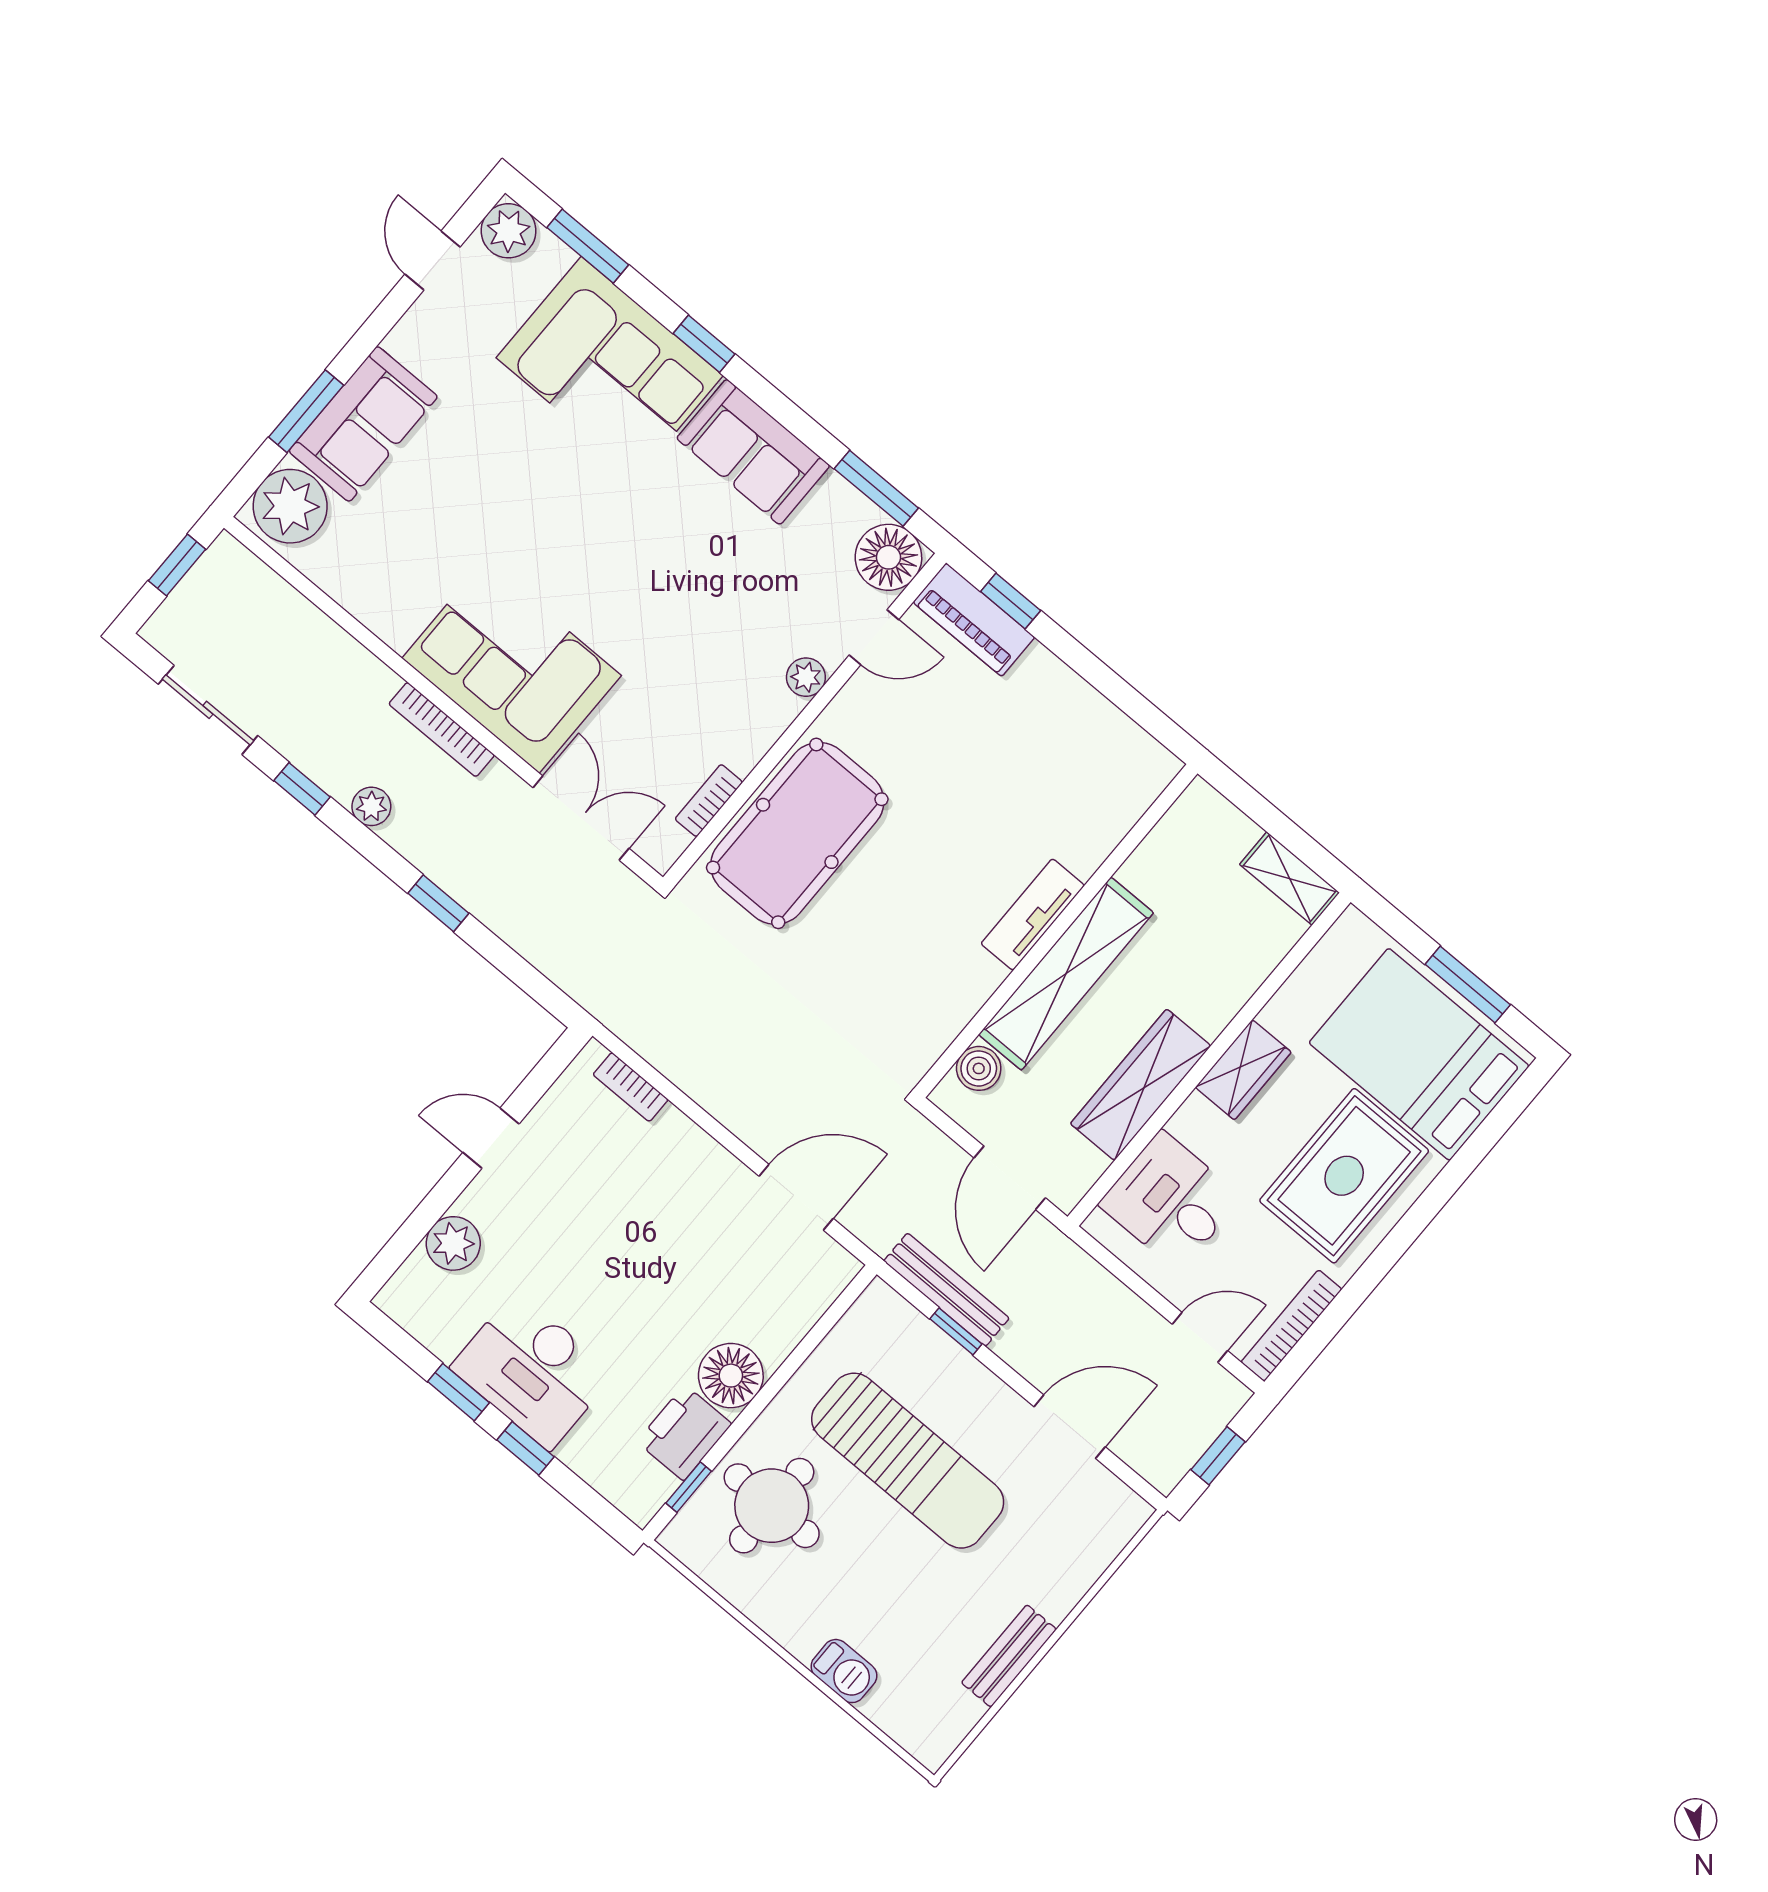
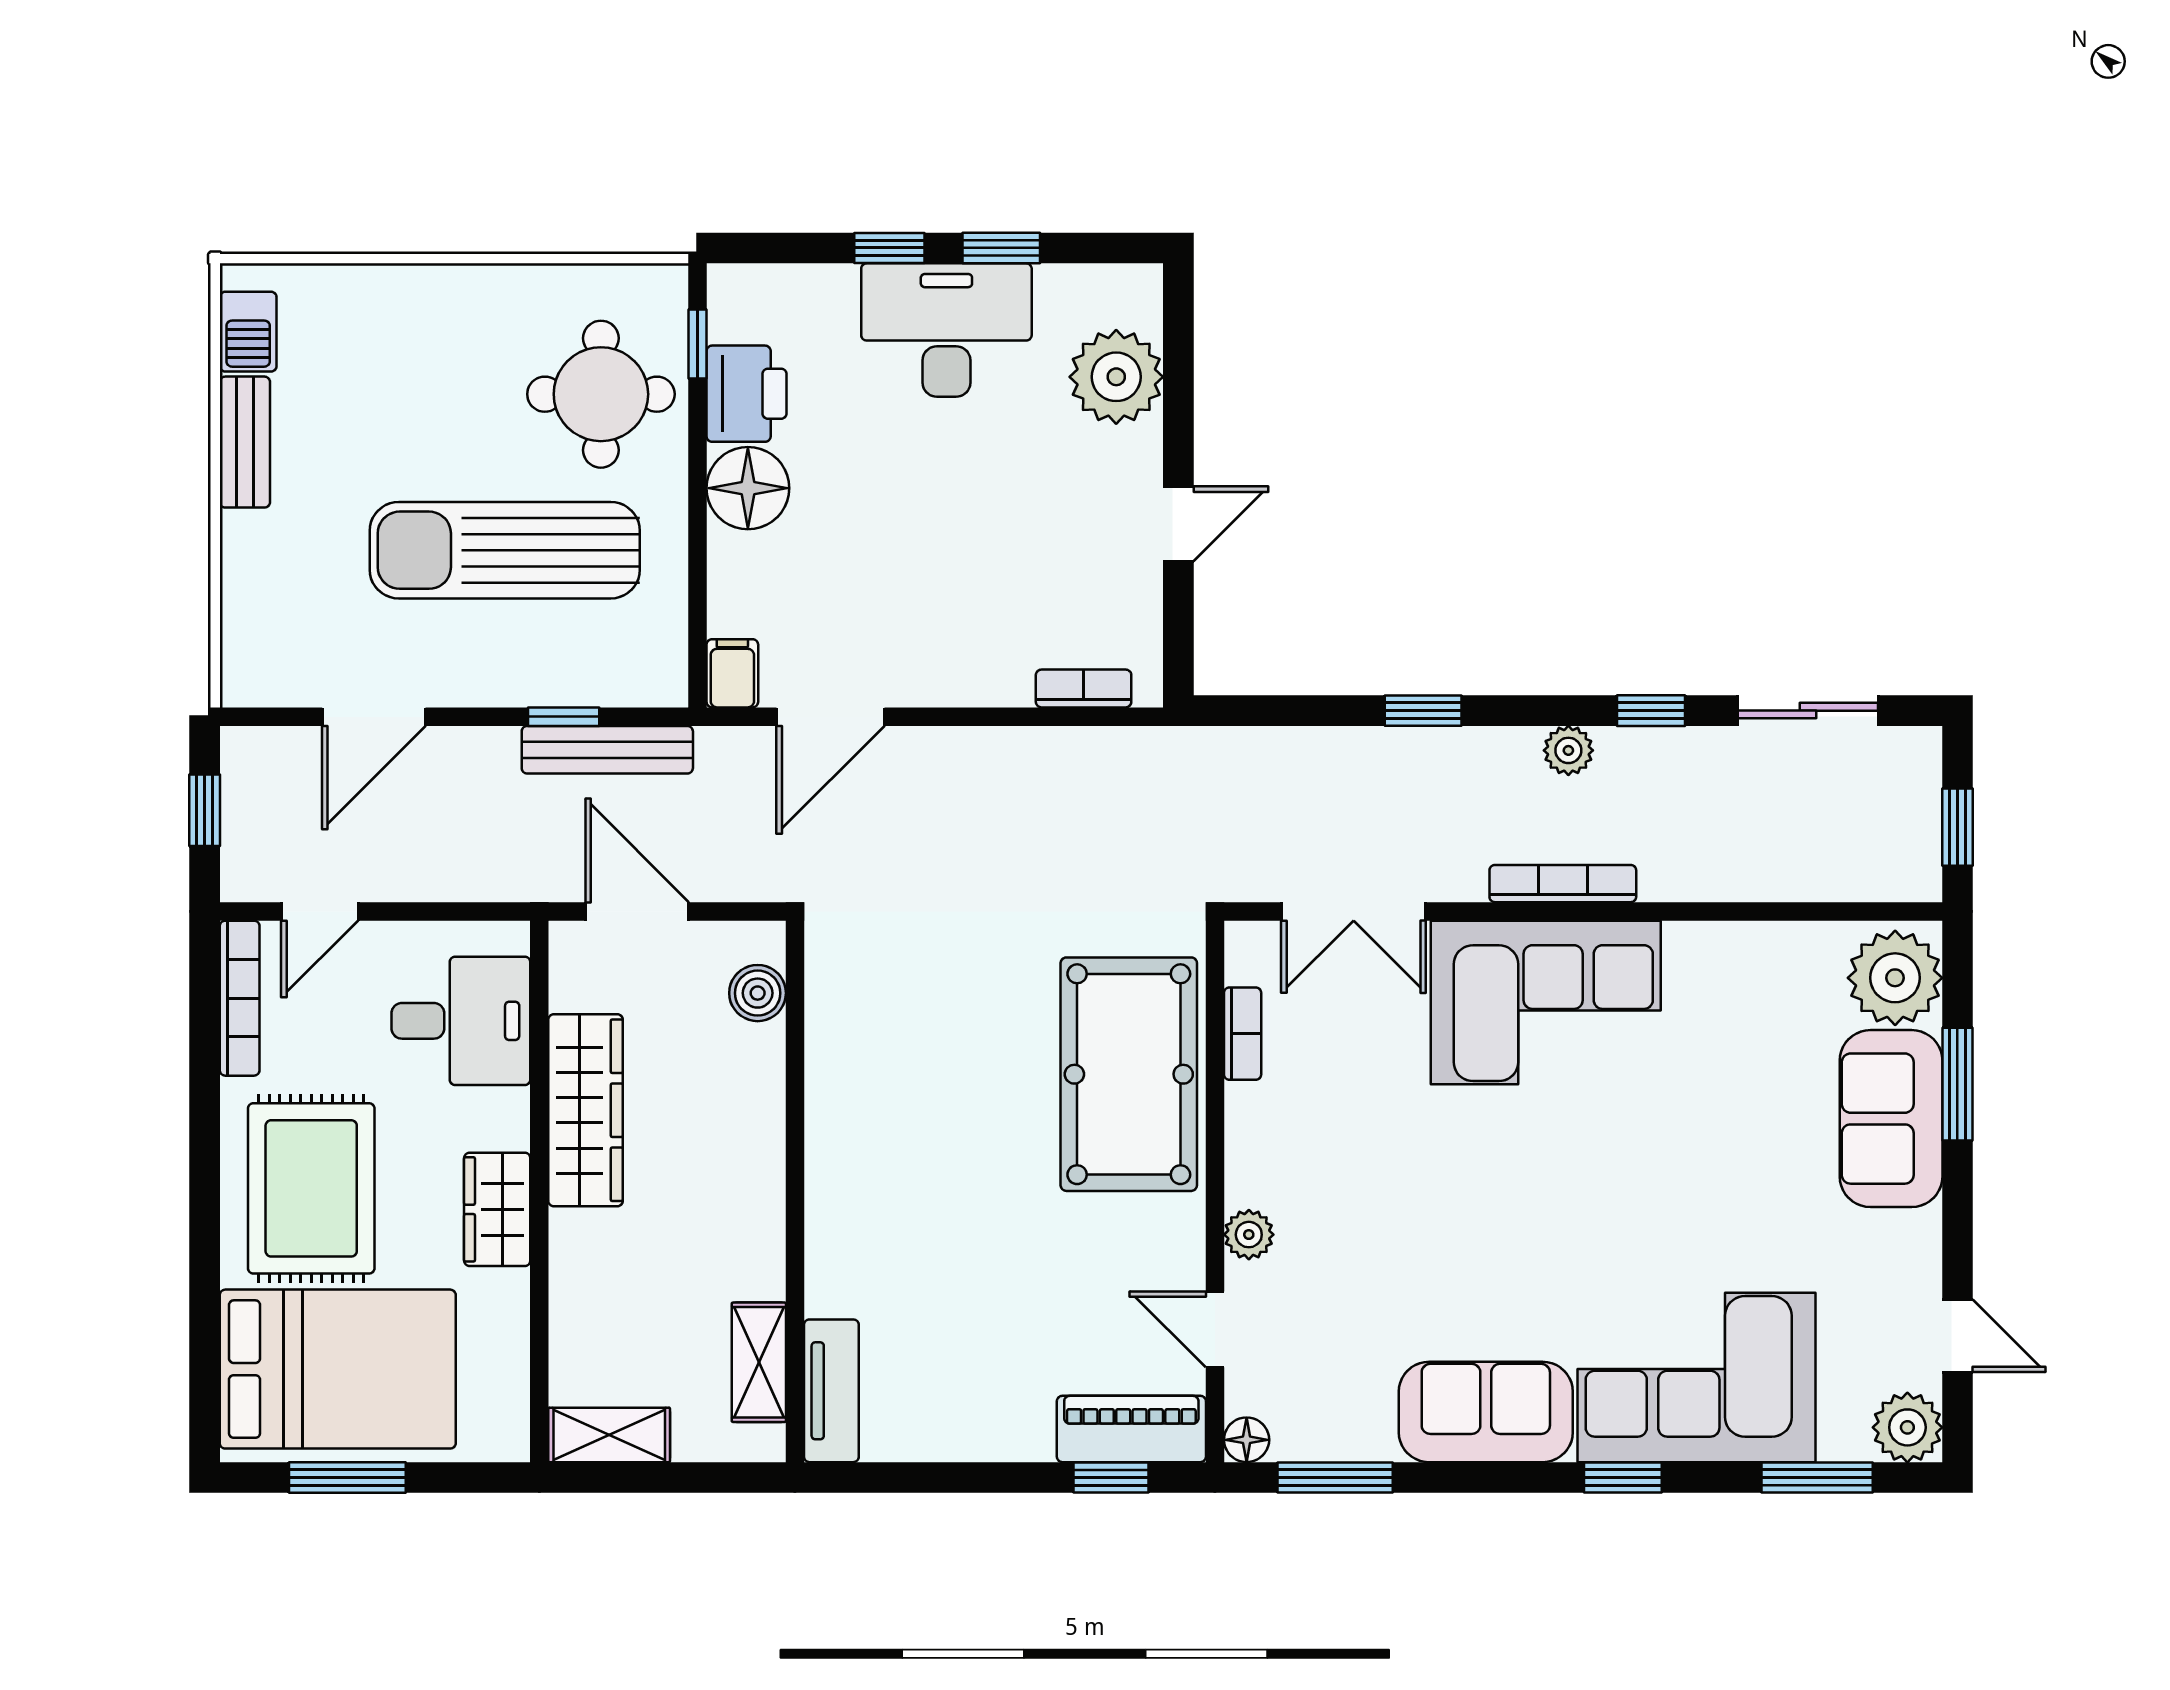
floor lamp: (888, 557) -> (1247, 1440), width x0.53, depth x0.53
door: (874, 637) -> (1215, 1329), hinge flipped
tv unit: (1033, 914) -> (831, 1391), moved
shelving: (1066, 974) -> (759, 1362), moved, width x0.45, depth x0.75
plant: (453, 1243) -> (1116, 377), width x1.36, depth x1.36
filing cabinet: (833, 1273) -> (732, 673), added
barbecue: (844, 1671) -> (248, 332), moved, turned -90

